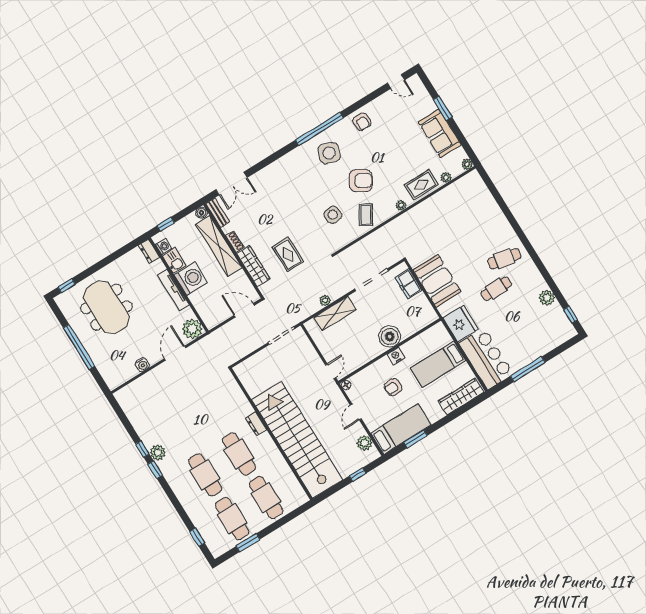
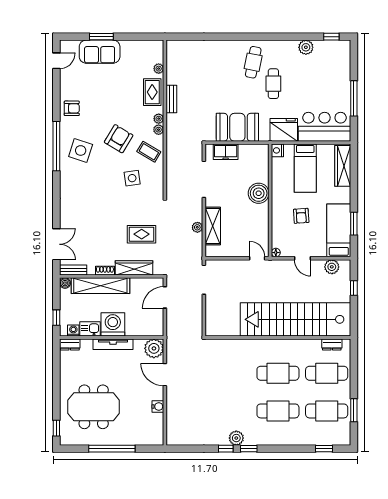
sofa: (440, 133) -> (100, 52), moved
plant: (467, 164) -> (159, 130), moved
bench: (426, 206) -> (171, 99), added
nightstand: (396, 356) -> (277, 150), moved
dresser: (256, 424) -> (332, 344), moved

